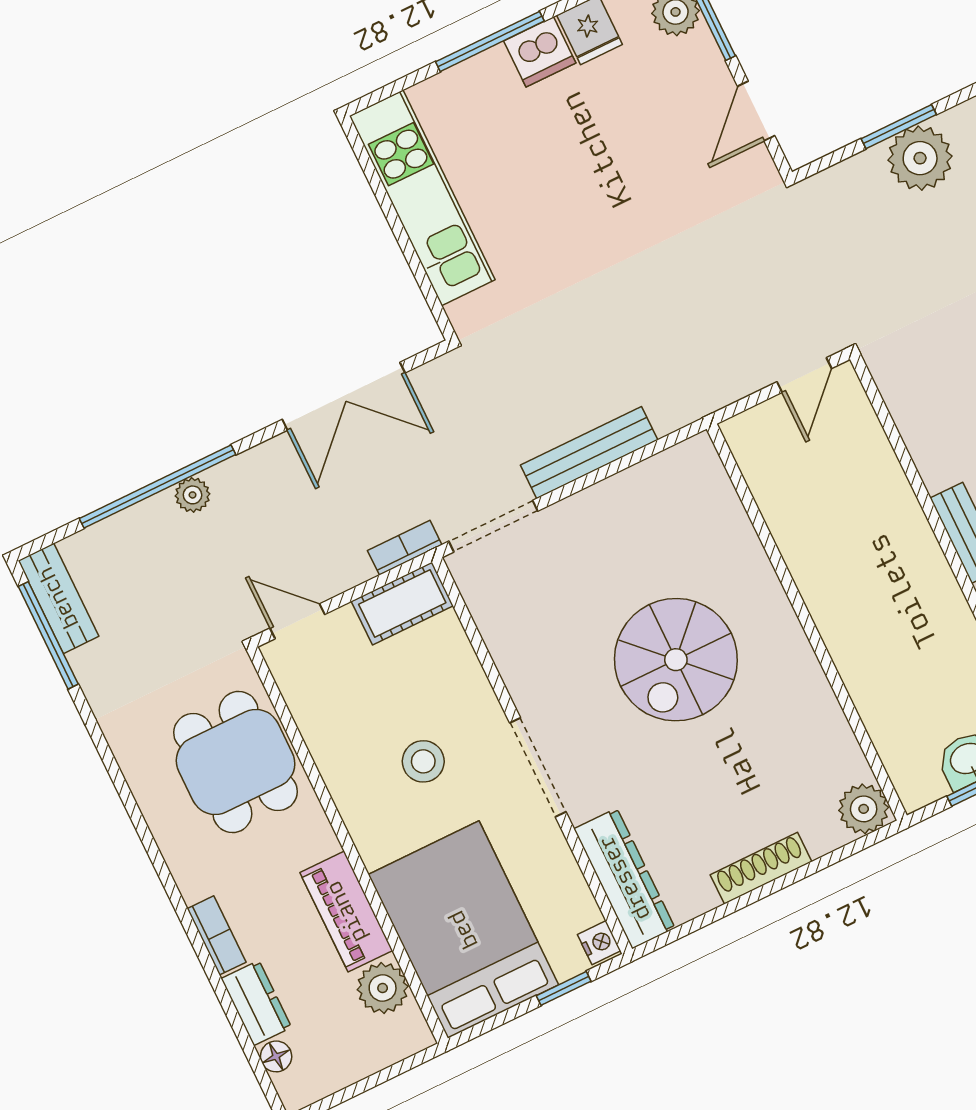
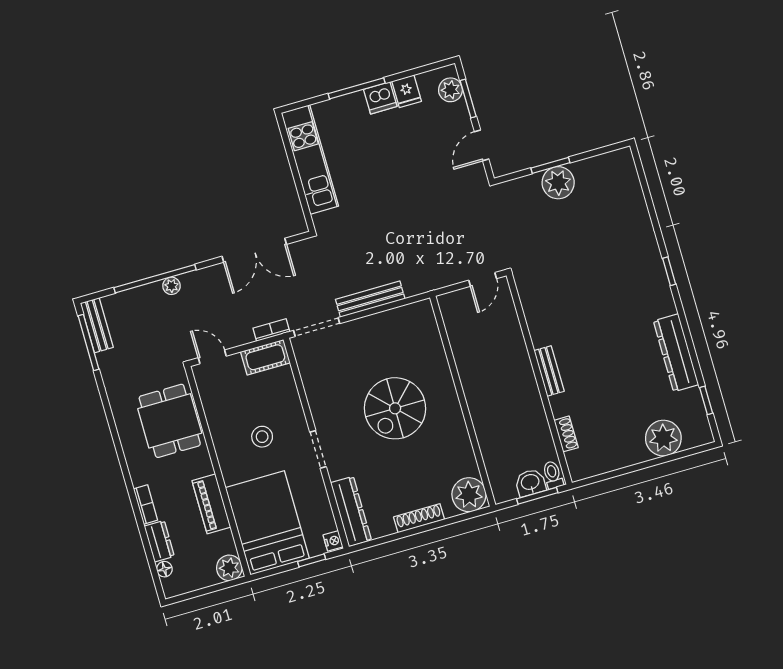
doorway: (538, 767) -> (318, 449), width x0.73
plant: (864, 809) -> (469, 495), width x1.36, depth x1.36
plant: (383, 988) -> (229, 568), moved

